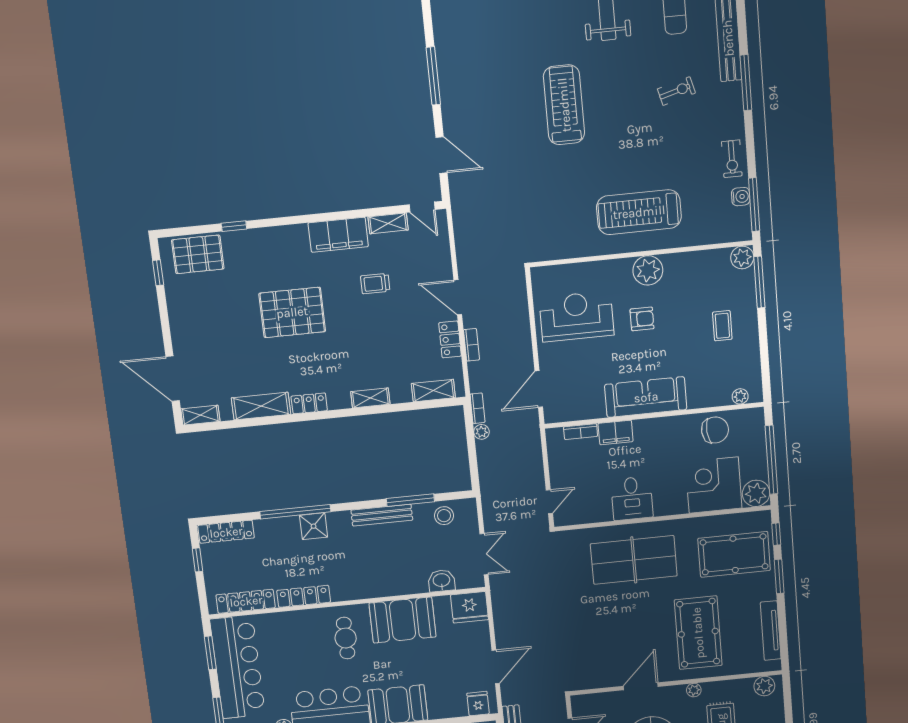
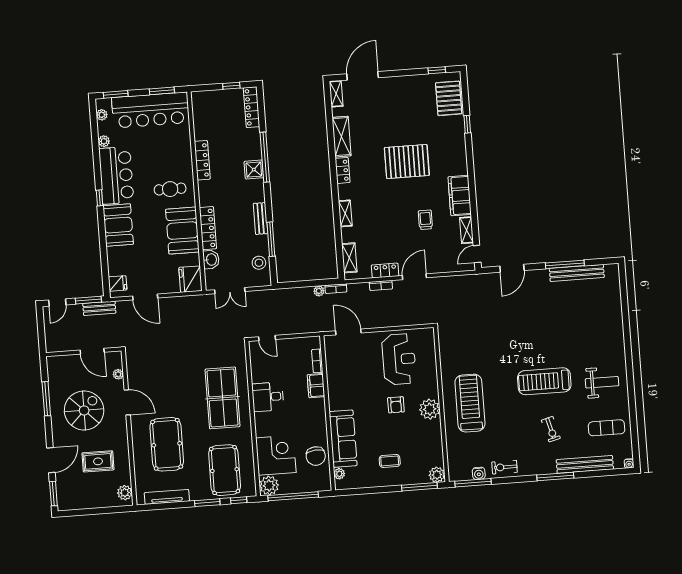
bench: (446, 58) -> (577, 273), added
treadmill: (564, 105) -> (544, 381), moved, turned 180
pallet: (292, 312) -> (407, 162), turned 90
sofa: (646, 397) -> (343, 439), moved
bench: (382, 515) -> (261, 218), width x0.73
locker: (246, 601) -> (208, 228), moved
pool table: (698, 633) -> (167, 444), turned 90
plant: (694, 690) -> (118, 374), moved

